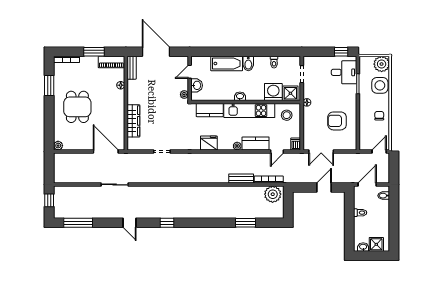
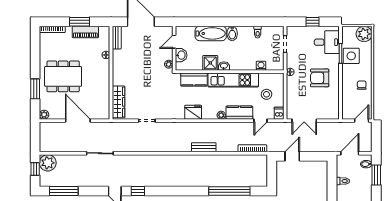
window: (341, 52) -> (313, 22), moved
piano: (111, 62) -> (85, 32), moved
window: (49, 85) -> (35, 89), moved
side table: (380, 85) -> (351, 56), moved
washing machine: (273, 92) -> (261, 66), width x0.53, depth x0.53
shower: (290, 93) -> (210, 63), moved
dining table: (77, 107) -> (63, 76), width x1.38
stool: (287, 115) -> (266, 94), moved
wardrobe: (133, 121) -> (119, 102), moved
armchair: (337, 121) -> (320, 78), moved
door: (106, 152) -> (78, 121), moved
bench: (241, 178) -> (204, 147), moved
door: (324, 188) -> (292, 156), moved
plant: (273, 194) -> (48, 163), moved
window: (394, 207) -> (376, 175), added
window: (167, 223) -> (138, 191), moved
window: (246, 223) -> (229, 191), width x2.11

